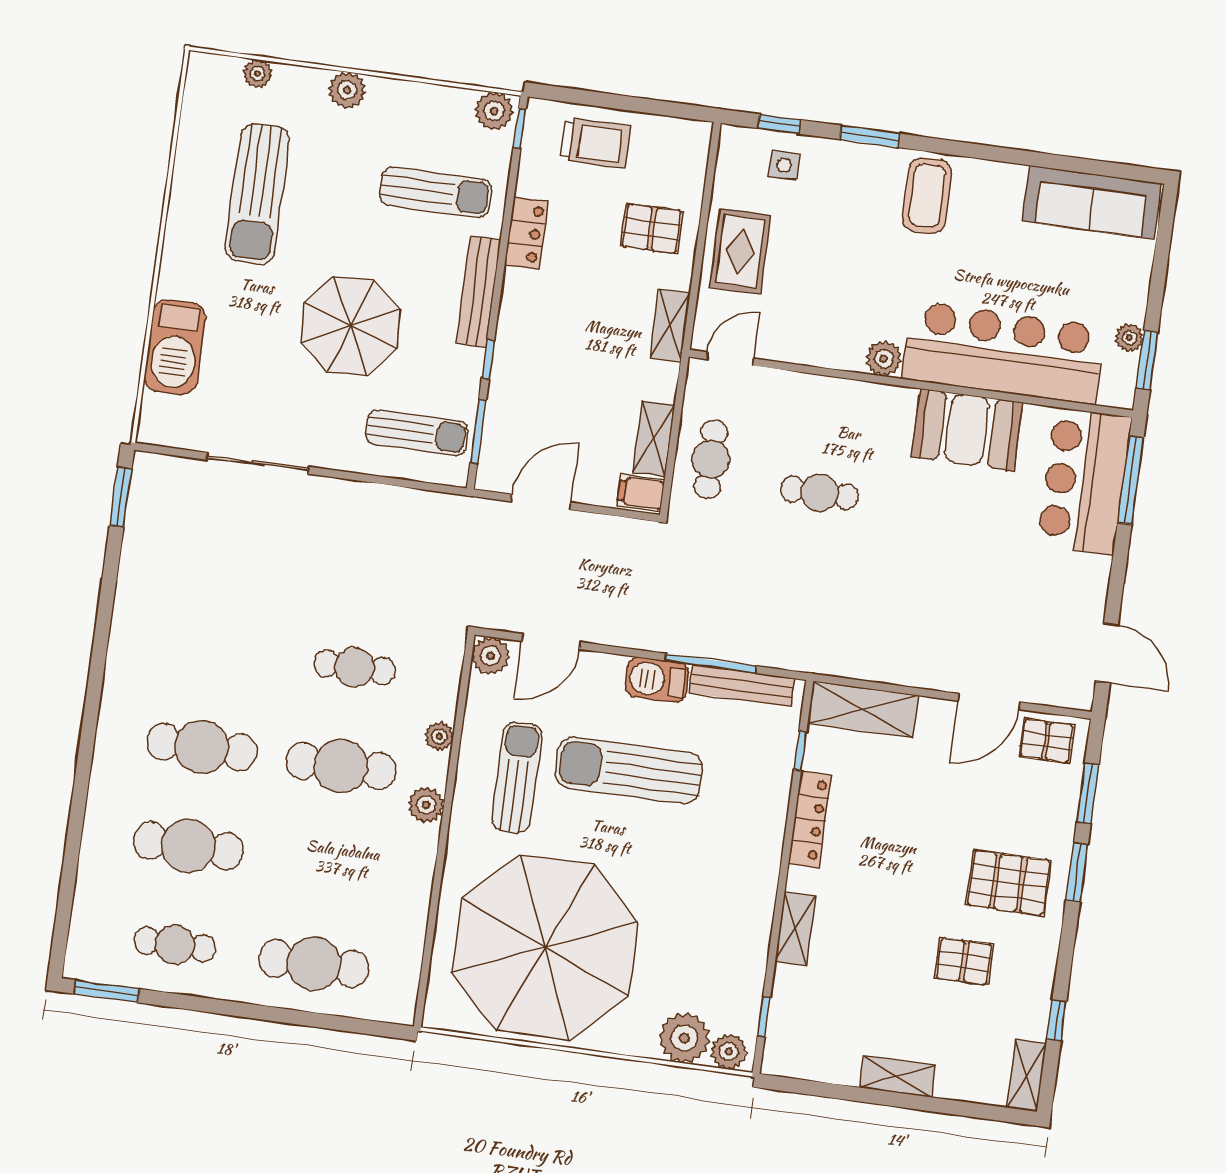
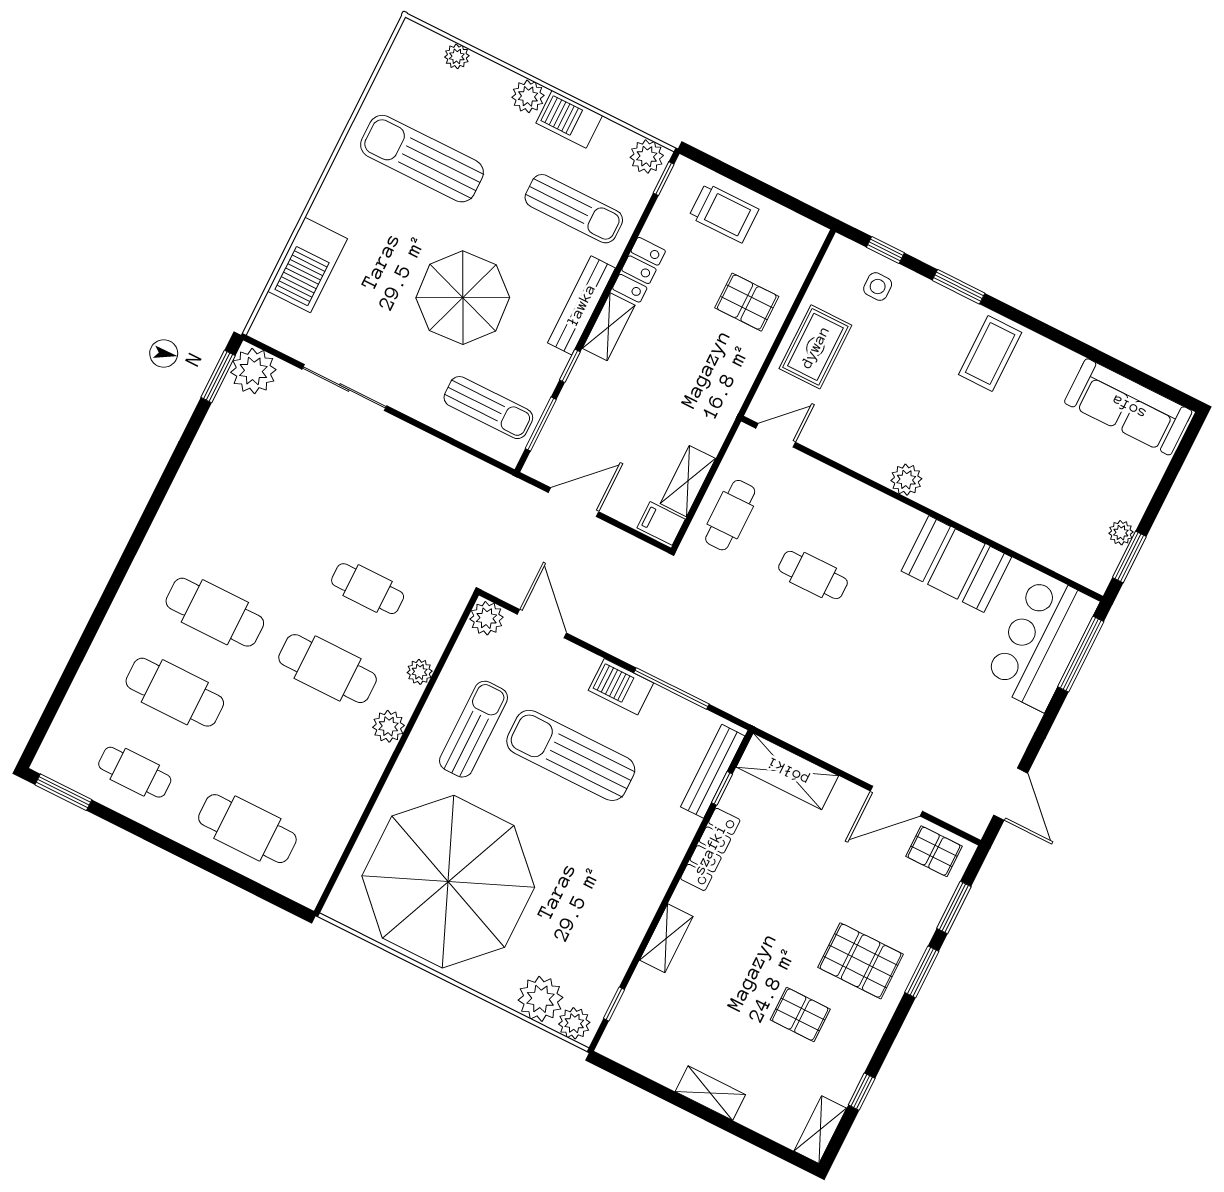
barbecue: (399, 99) -> (569, 119), added
sun lounger: (257, 194) -> (422, 159), turned 90
shelving: (670, 326) -> (609, 327), moved
bar counter: (1004, 353) -> (1010, 509), removed
plant: (156, 479) -> (253, 371), added
door: (551, 641) -> (542, 624), swing flipped
bench: (742, 686) -> (713, 771), moved, turned 90

